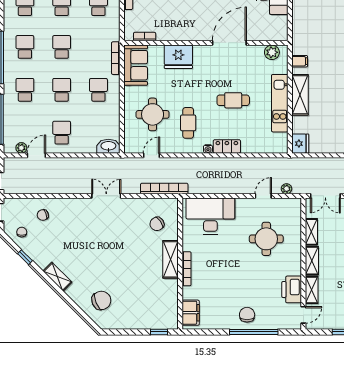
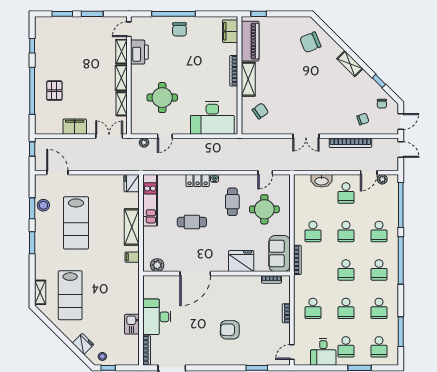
kitchen unit: (280, 103) -> (150, 200), moved
washbasin: (108, 146) -> (322, 181), moved
bookcase: (164, 189) -> (350, 143), moved
piano: (168, 302) -> (250, 41), added

